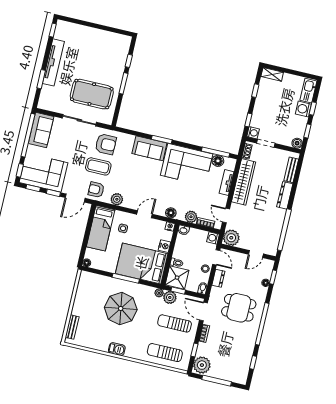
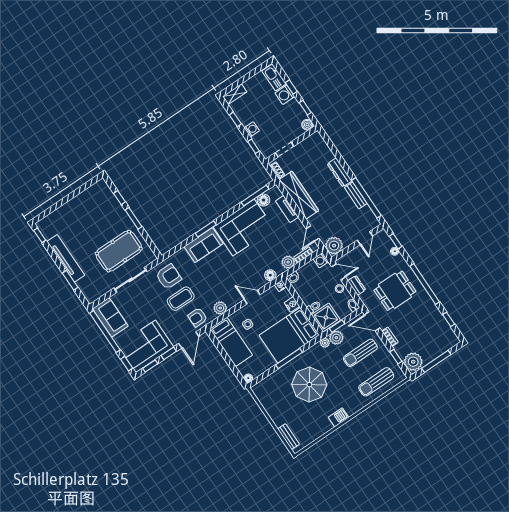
washing machine: (253, 133) -> (252, 129), moved
bench: (291, 170) -> (356, 195), moved
door: (145, 214) -> (252, 297), hinge flipped
door: (226, 215) -> (313, 234), hinge flipped

